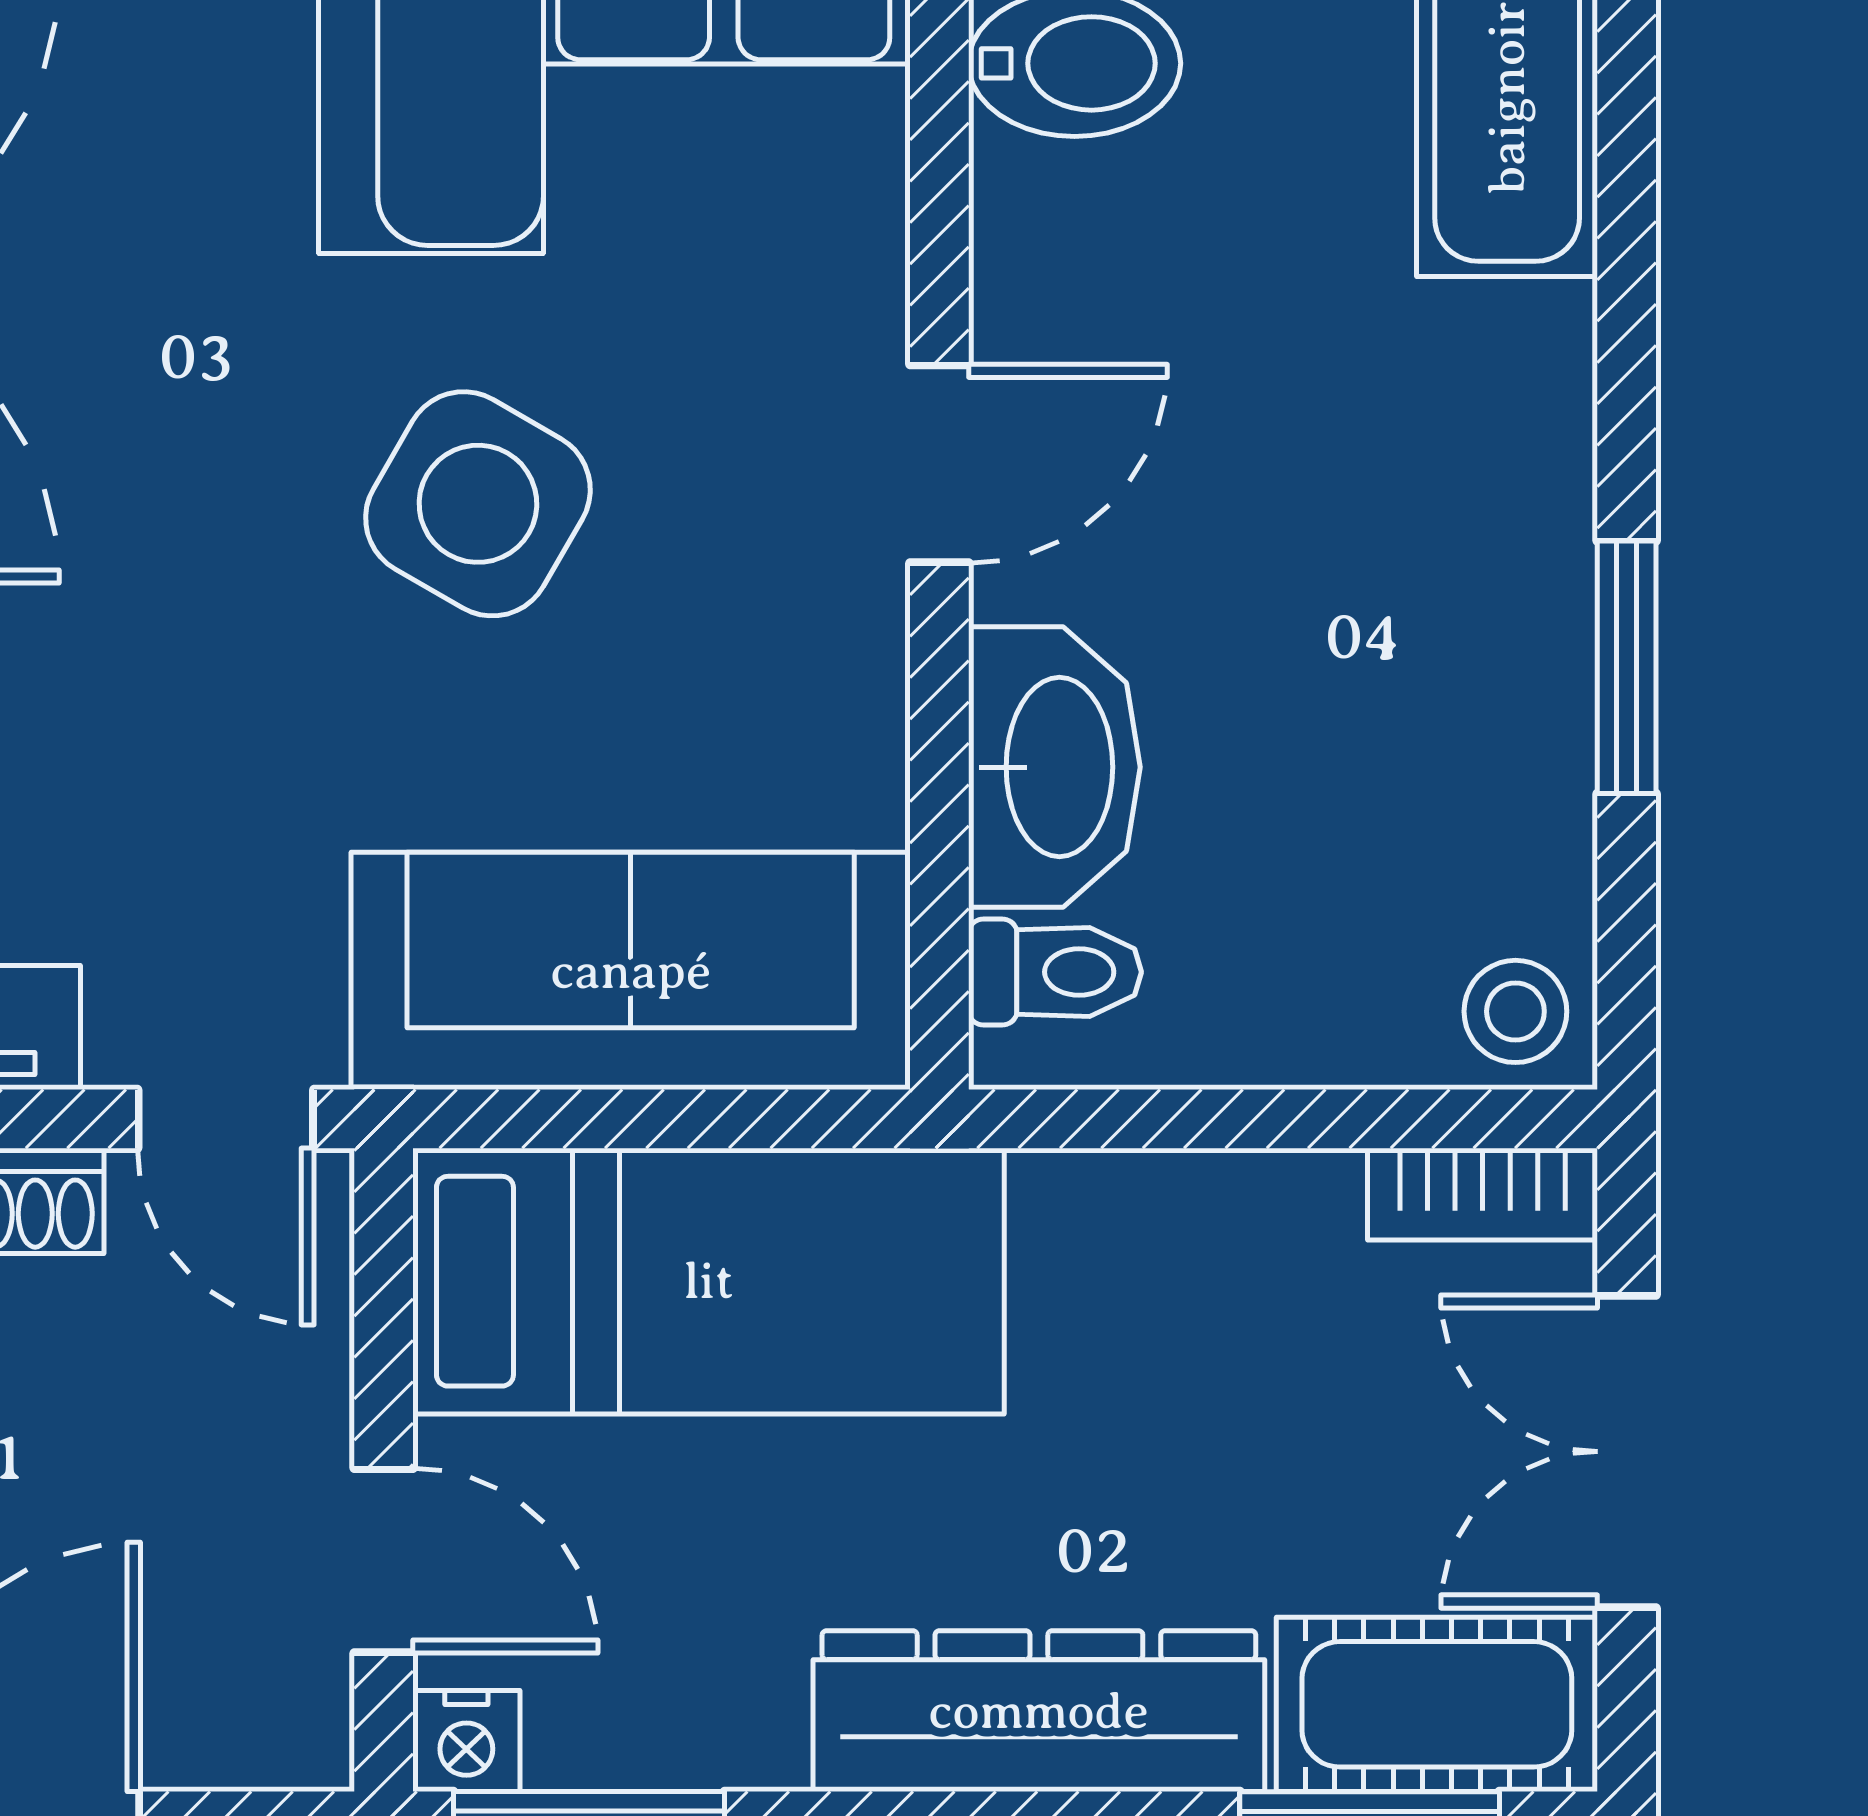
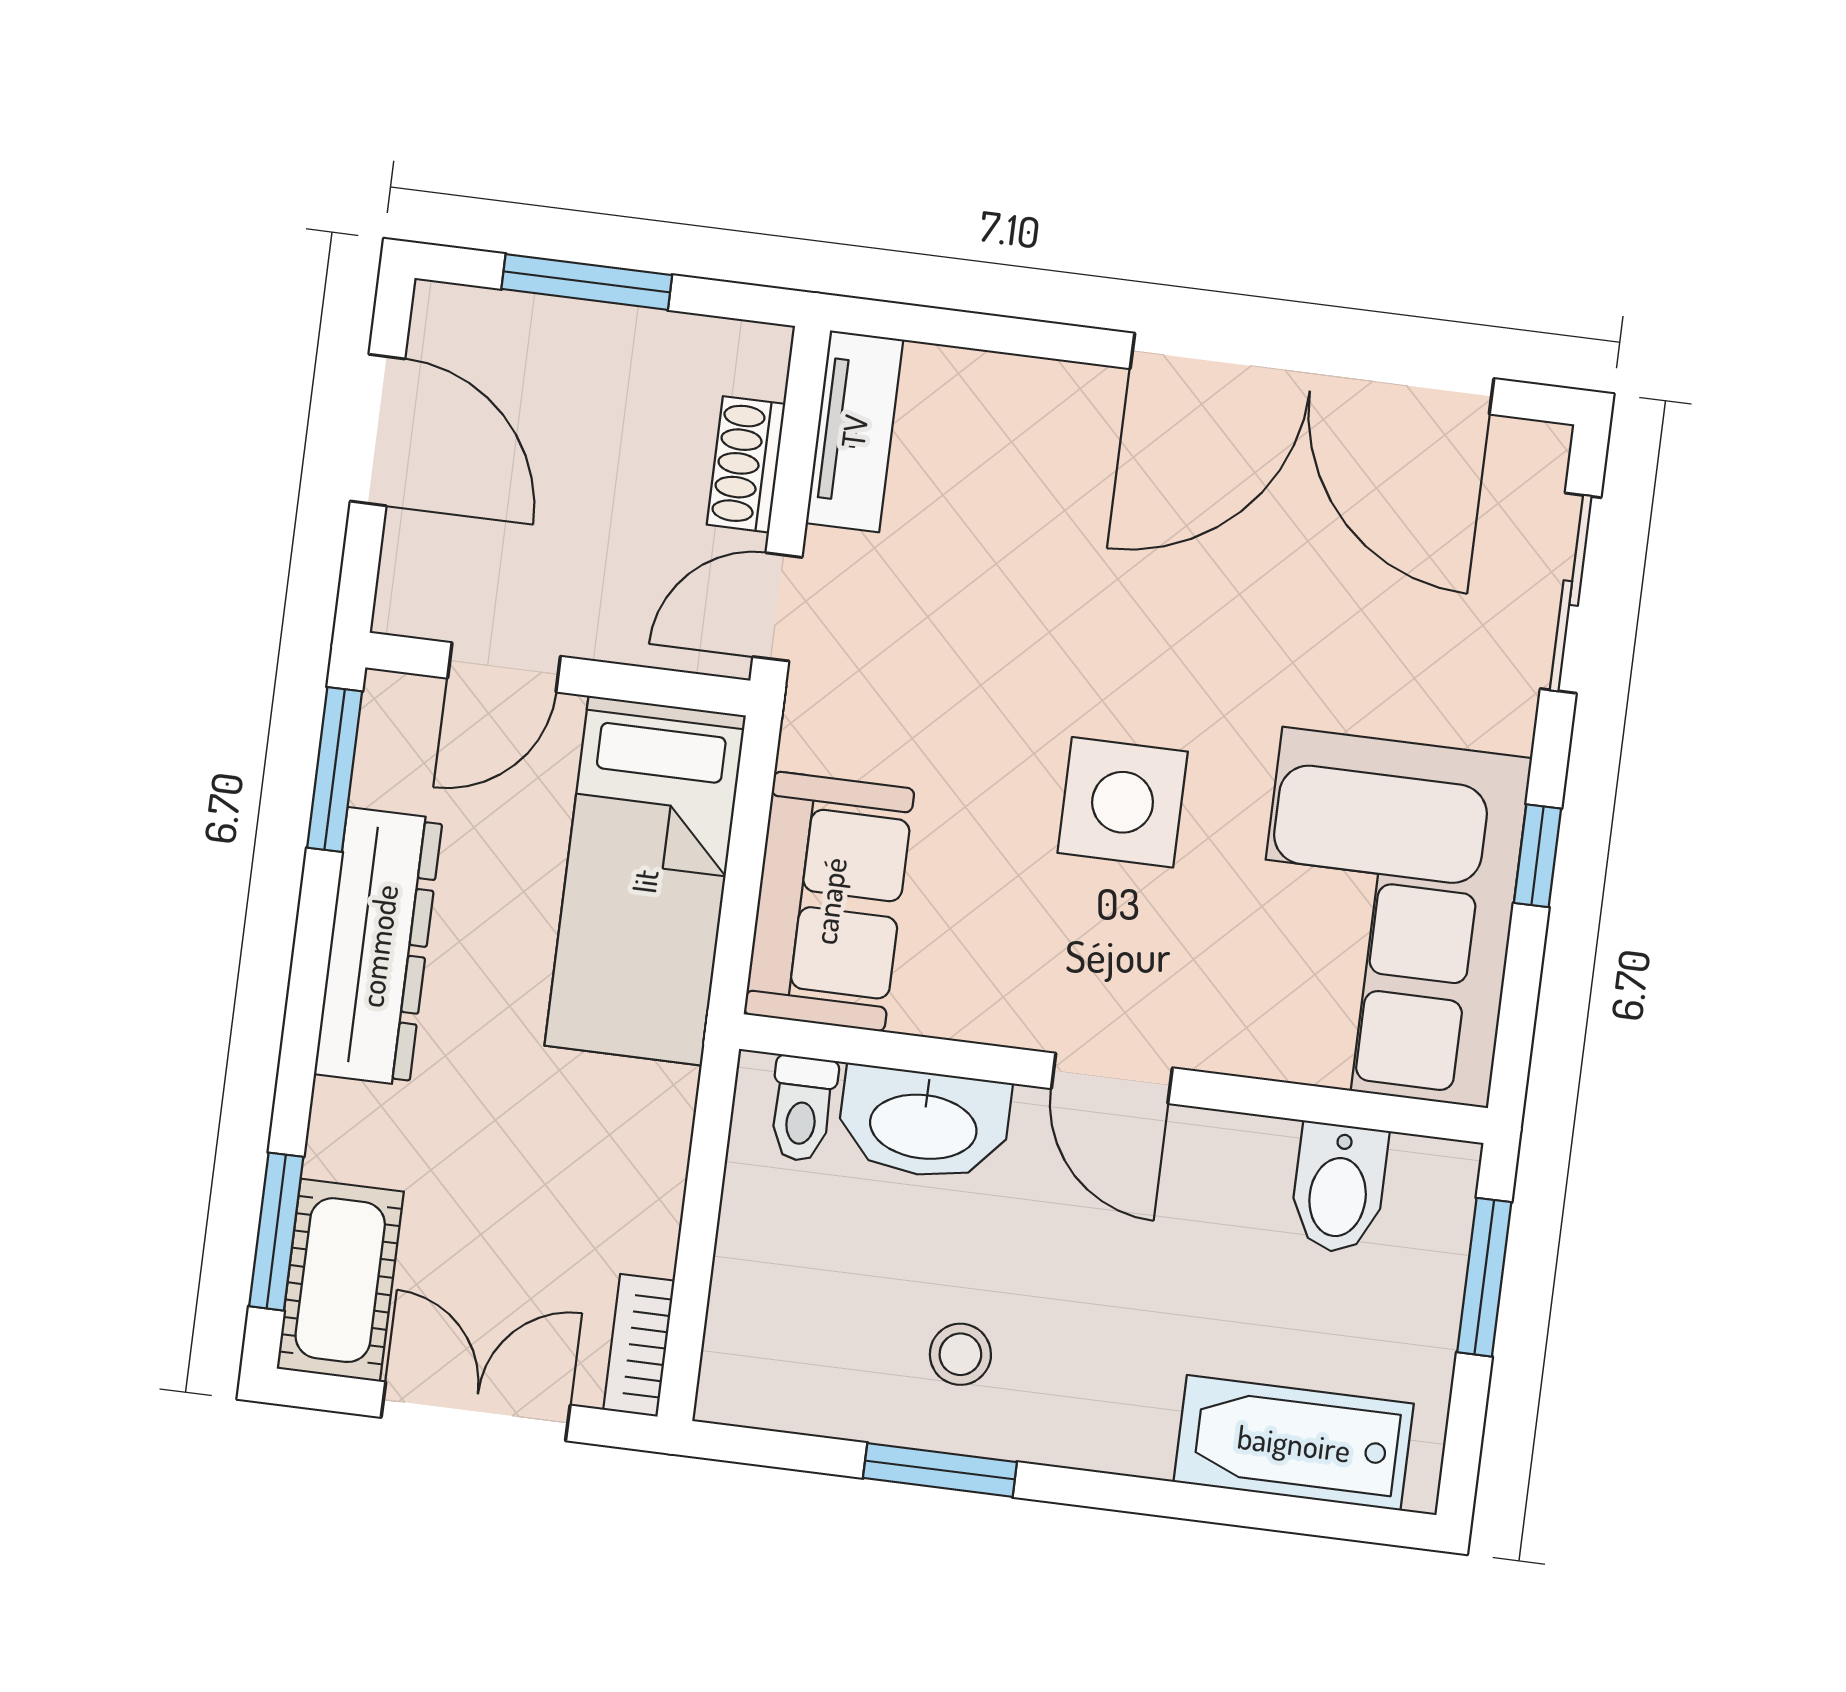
side table: (478, 504) -> (1123, 802), turned -30
sofa: (631, 971) -> (829, 901), width x0.73
stool: (1515, 1011) -> (960, 1354), moved
dresser: (1039, 1711) -> (378, 946), moved
nightstand: (466, 1741) -> (391, 703), removed

